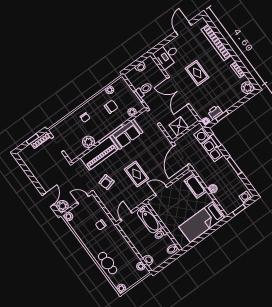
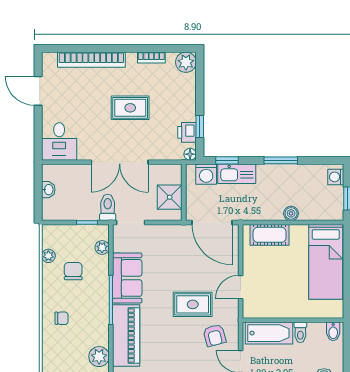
rug: (197, 73) -> (130, 108), moved
toilet: (144, 90) -> (108, 207), moved
plant: (88, 142) -> (99, 357), moved
armchair: (107, 182) -> (214, 335), moved

